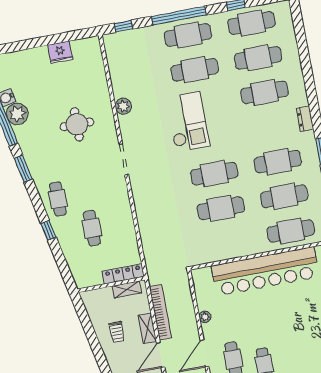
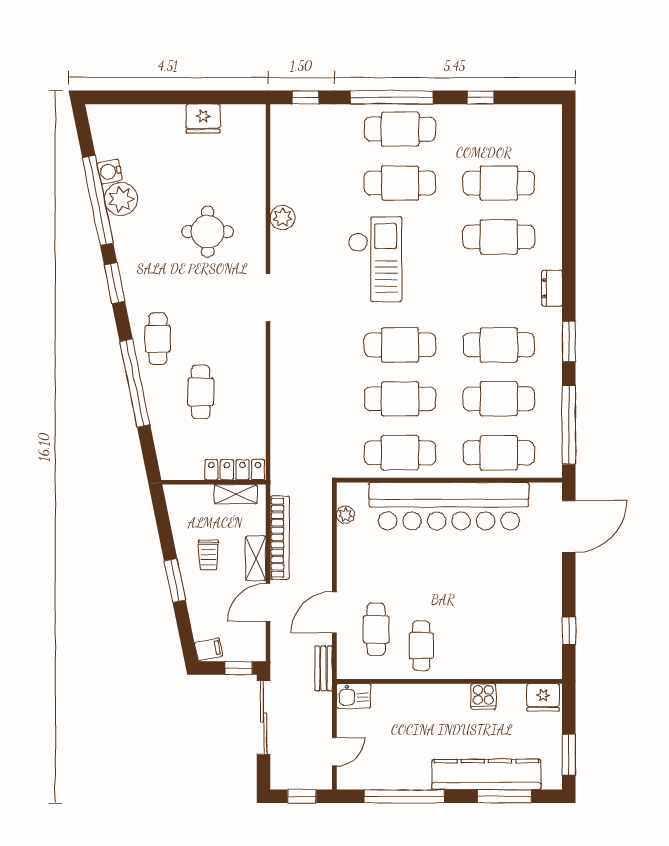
cafe table: (251, 23) -> (400, 453), moved
window: (48, 230) -> (135, 383), width x3.17
plant: (205, 317) -> (345, 515), moved
window: (98, 352) -> (175, 581), added

